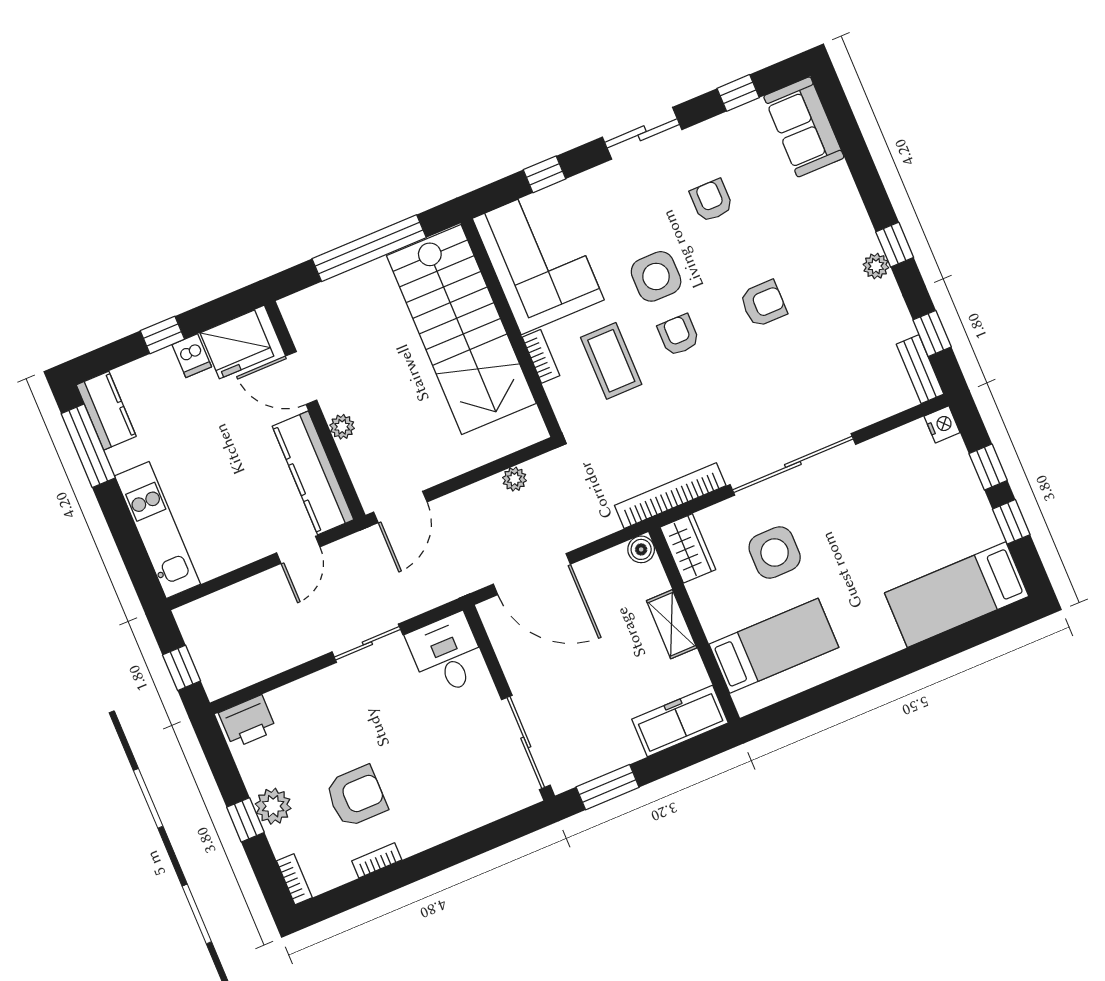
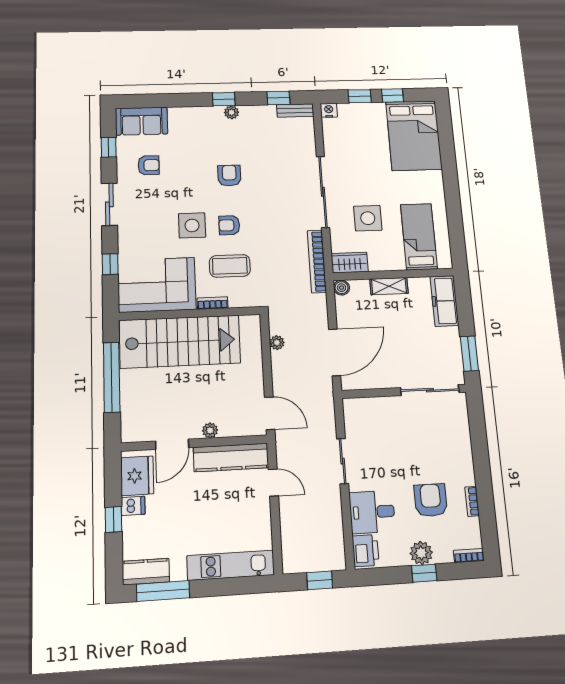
armchair: (711, 200) -> (149, 165), moved, turned 180
bed: (957, 595) -> (414, 135), width x1.50
desk: (447, 654) -> (372, 512), moved

